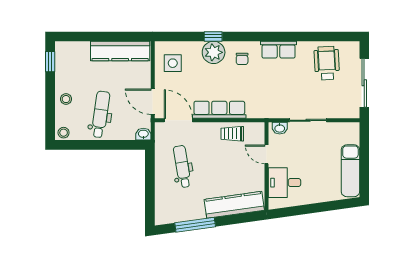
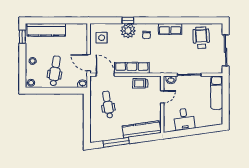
kitchen counter: (120, 51) -> (46, 30), moved
door: (266, 154) -> (162, 97), swing flipped
exam couch: (350, 171) -> (217, 93), moved
desk: (284, 183) -> (184, 119), moved, turned -98

